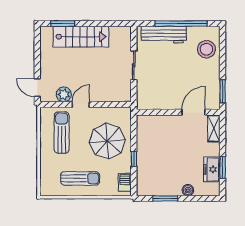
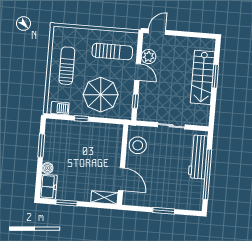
window: (63, 24) -> (215, 76), moved
stool: (206, 49) -> (138, 145), moved
window: (223, 91) -> (164, 211), moved
window: (111, 104) -> (135, 101), added
freezer: (212, 169) -> (48, 187), moved, turned 90
sun lounger: (80, 178) -> (67, 66), turned 180

